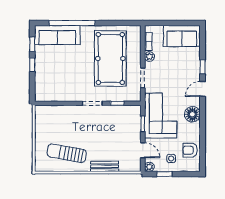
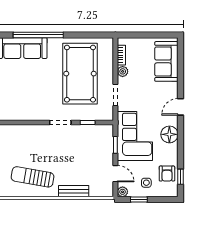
sofa: (182, 36) -> (166, 61), moved, turned 90
window: (203, 67) -> (181, 177), moved
armchair: (190, 150) -> (167, 174), turned -90

